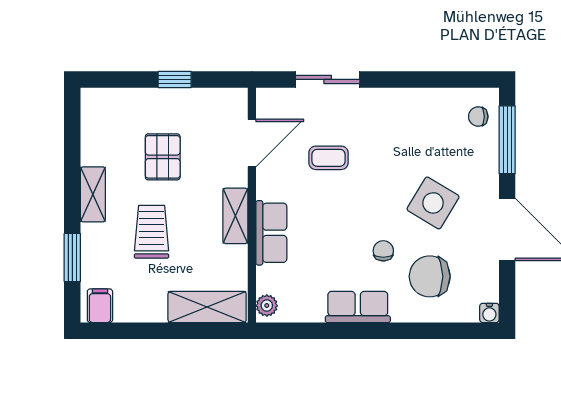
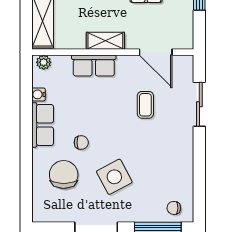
chair: (478, 117) -> (174, 208), turned -89
side table: (433, 203) -> (114, 177), turned 31
water cooler: (489, 313) -> (39, 94), moved

